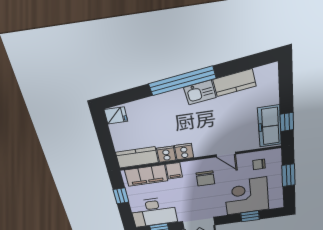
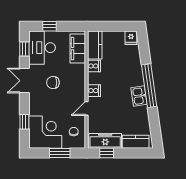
kitchen counter: (234, 83) -> (136, 142), moved, turned 98
cooker: (184, 152) -> (94, 91), moved
filing cabinet: (174, 171) -> (79, 69), removed
chair: (205, 178) -> (53, 83), moved
window: (121, 196) -> (49, 26), moved
corner desk: (247, 196) -> (45, 132), moved

